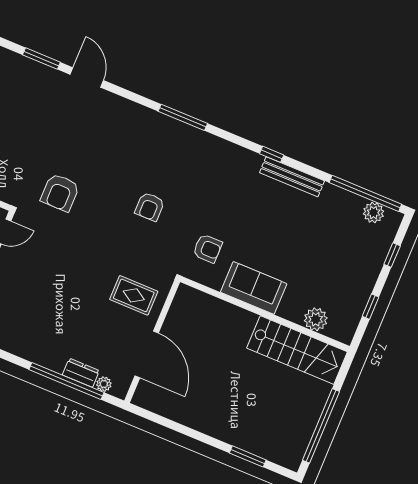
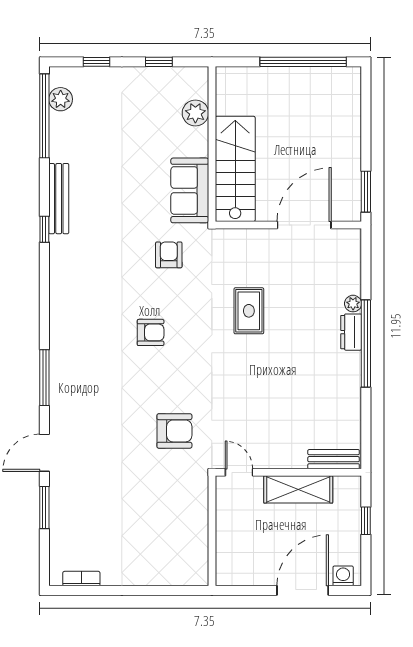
window: (183, 117) -> (44, 378), moved
wall: (152, 341) -> (288, 225), moved
stairs: (297, 350) -> (235, 169), moved
door: (147, 354) -> (304, 225), moved
window: (248, 456) -> (366, 192), moved

